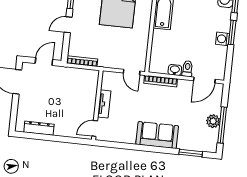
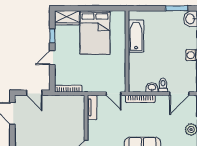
door: (44, 62) -> (34, 93), swing flipped
tv unit: (104, 104) -> (92, 107), moved

